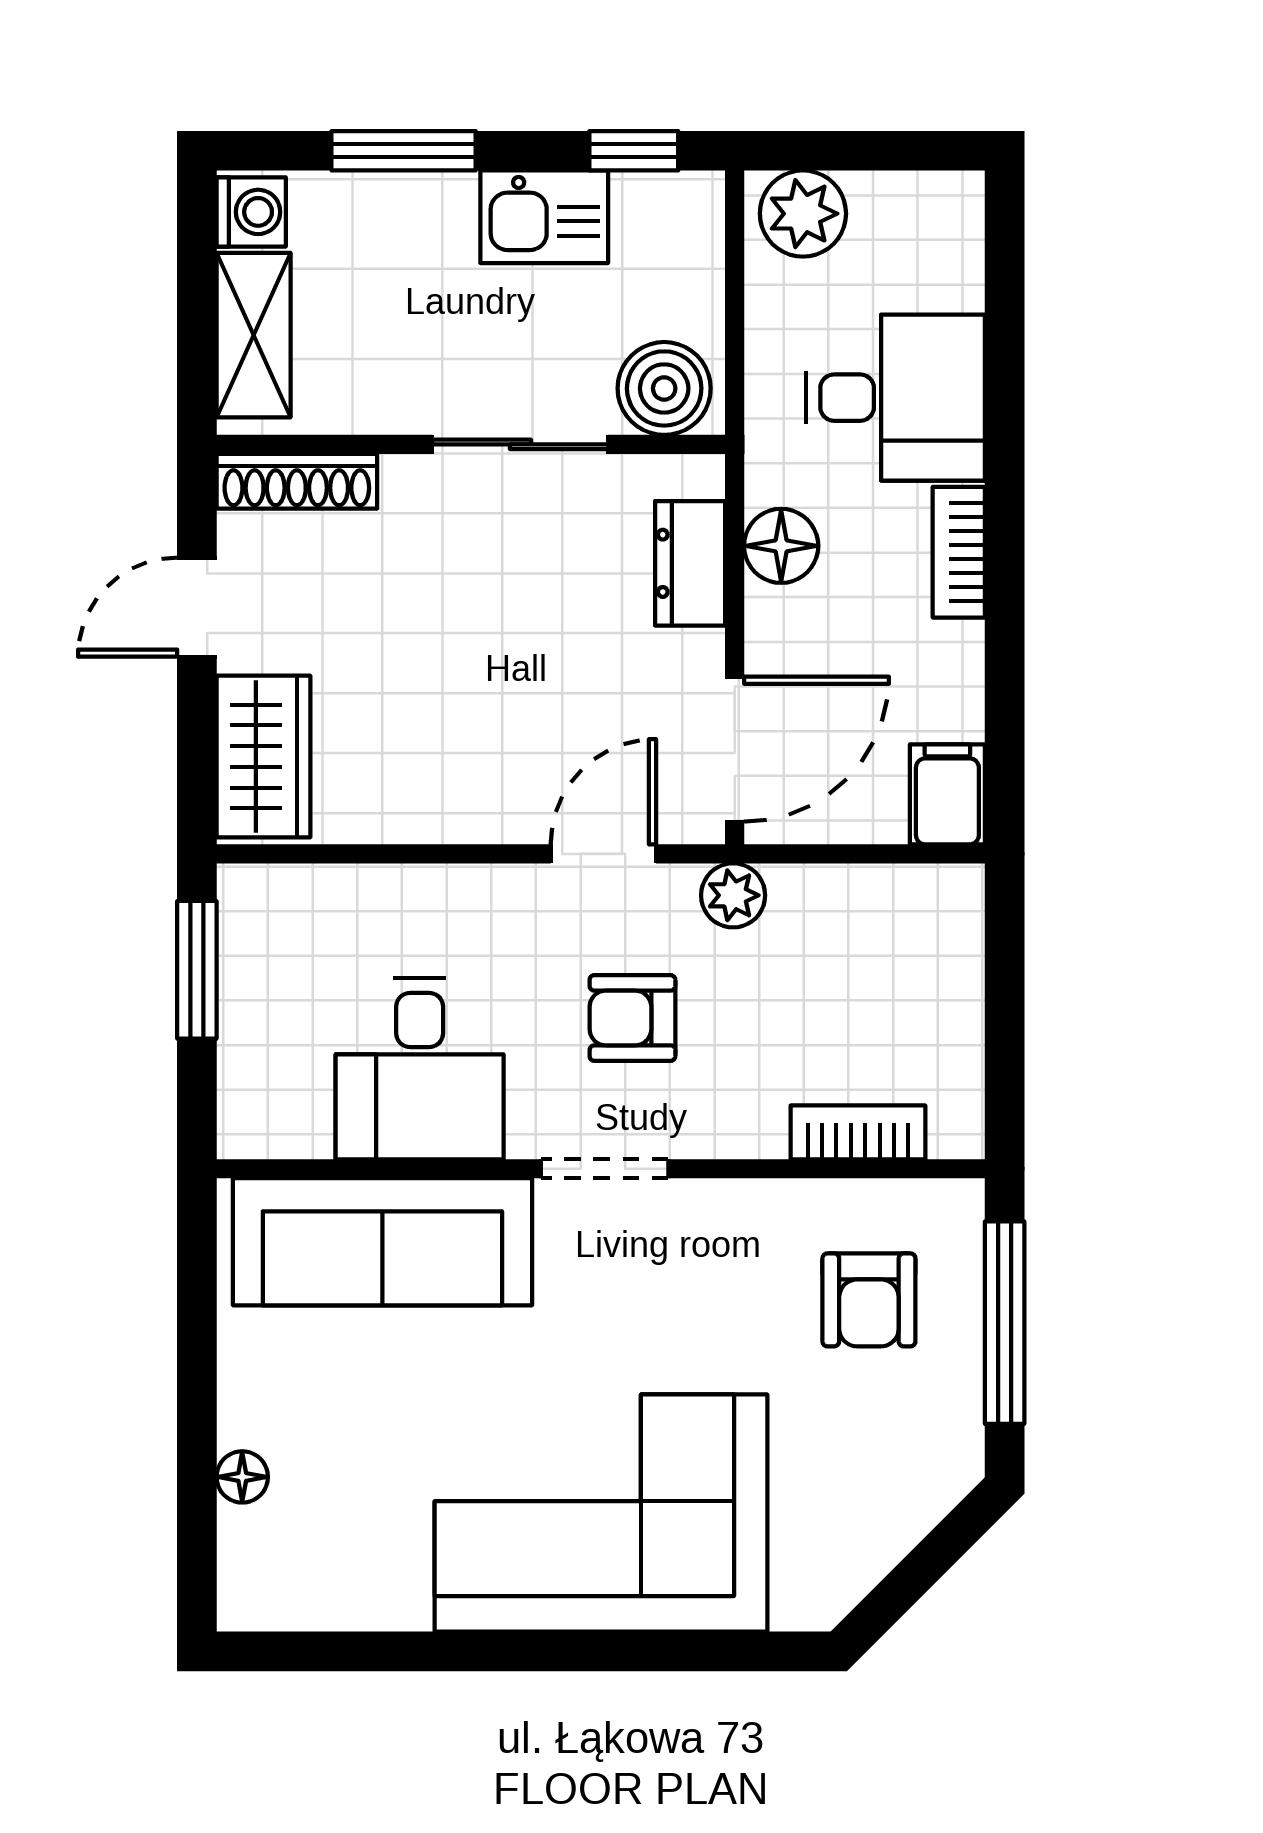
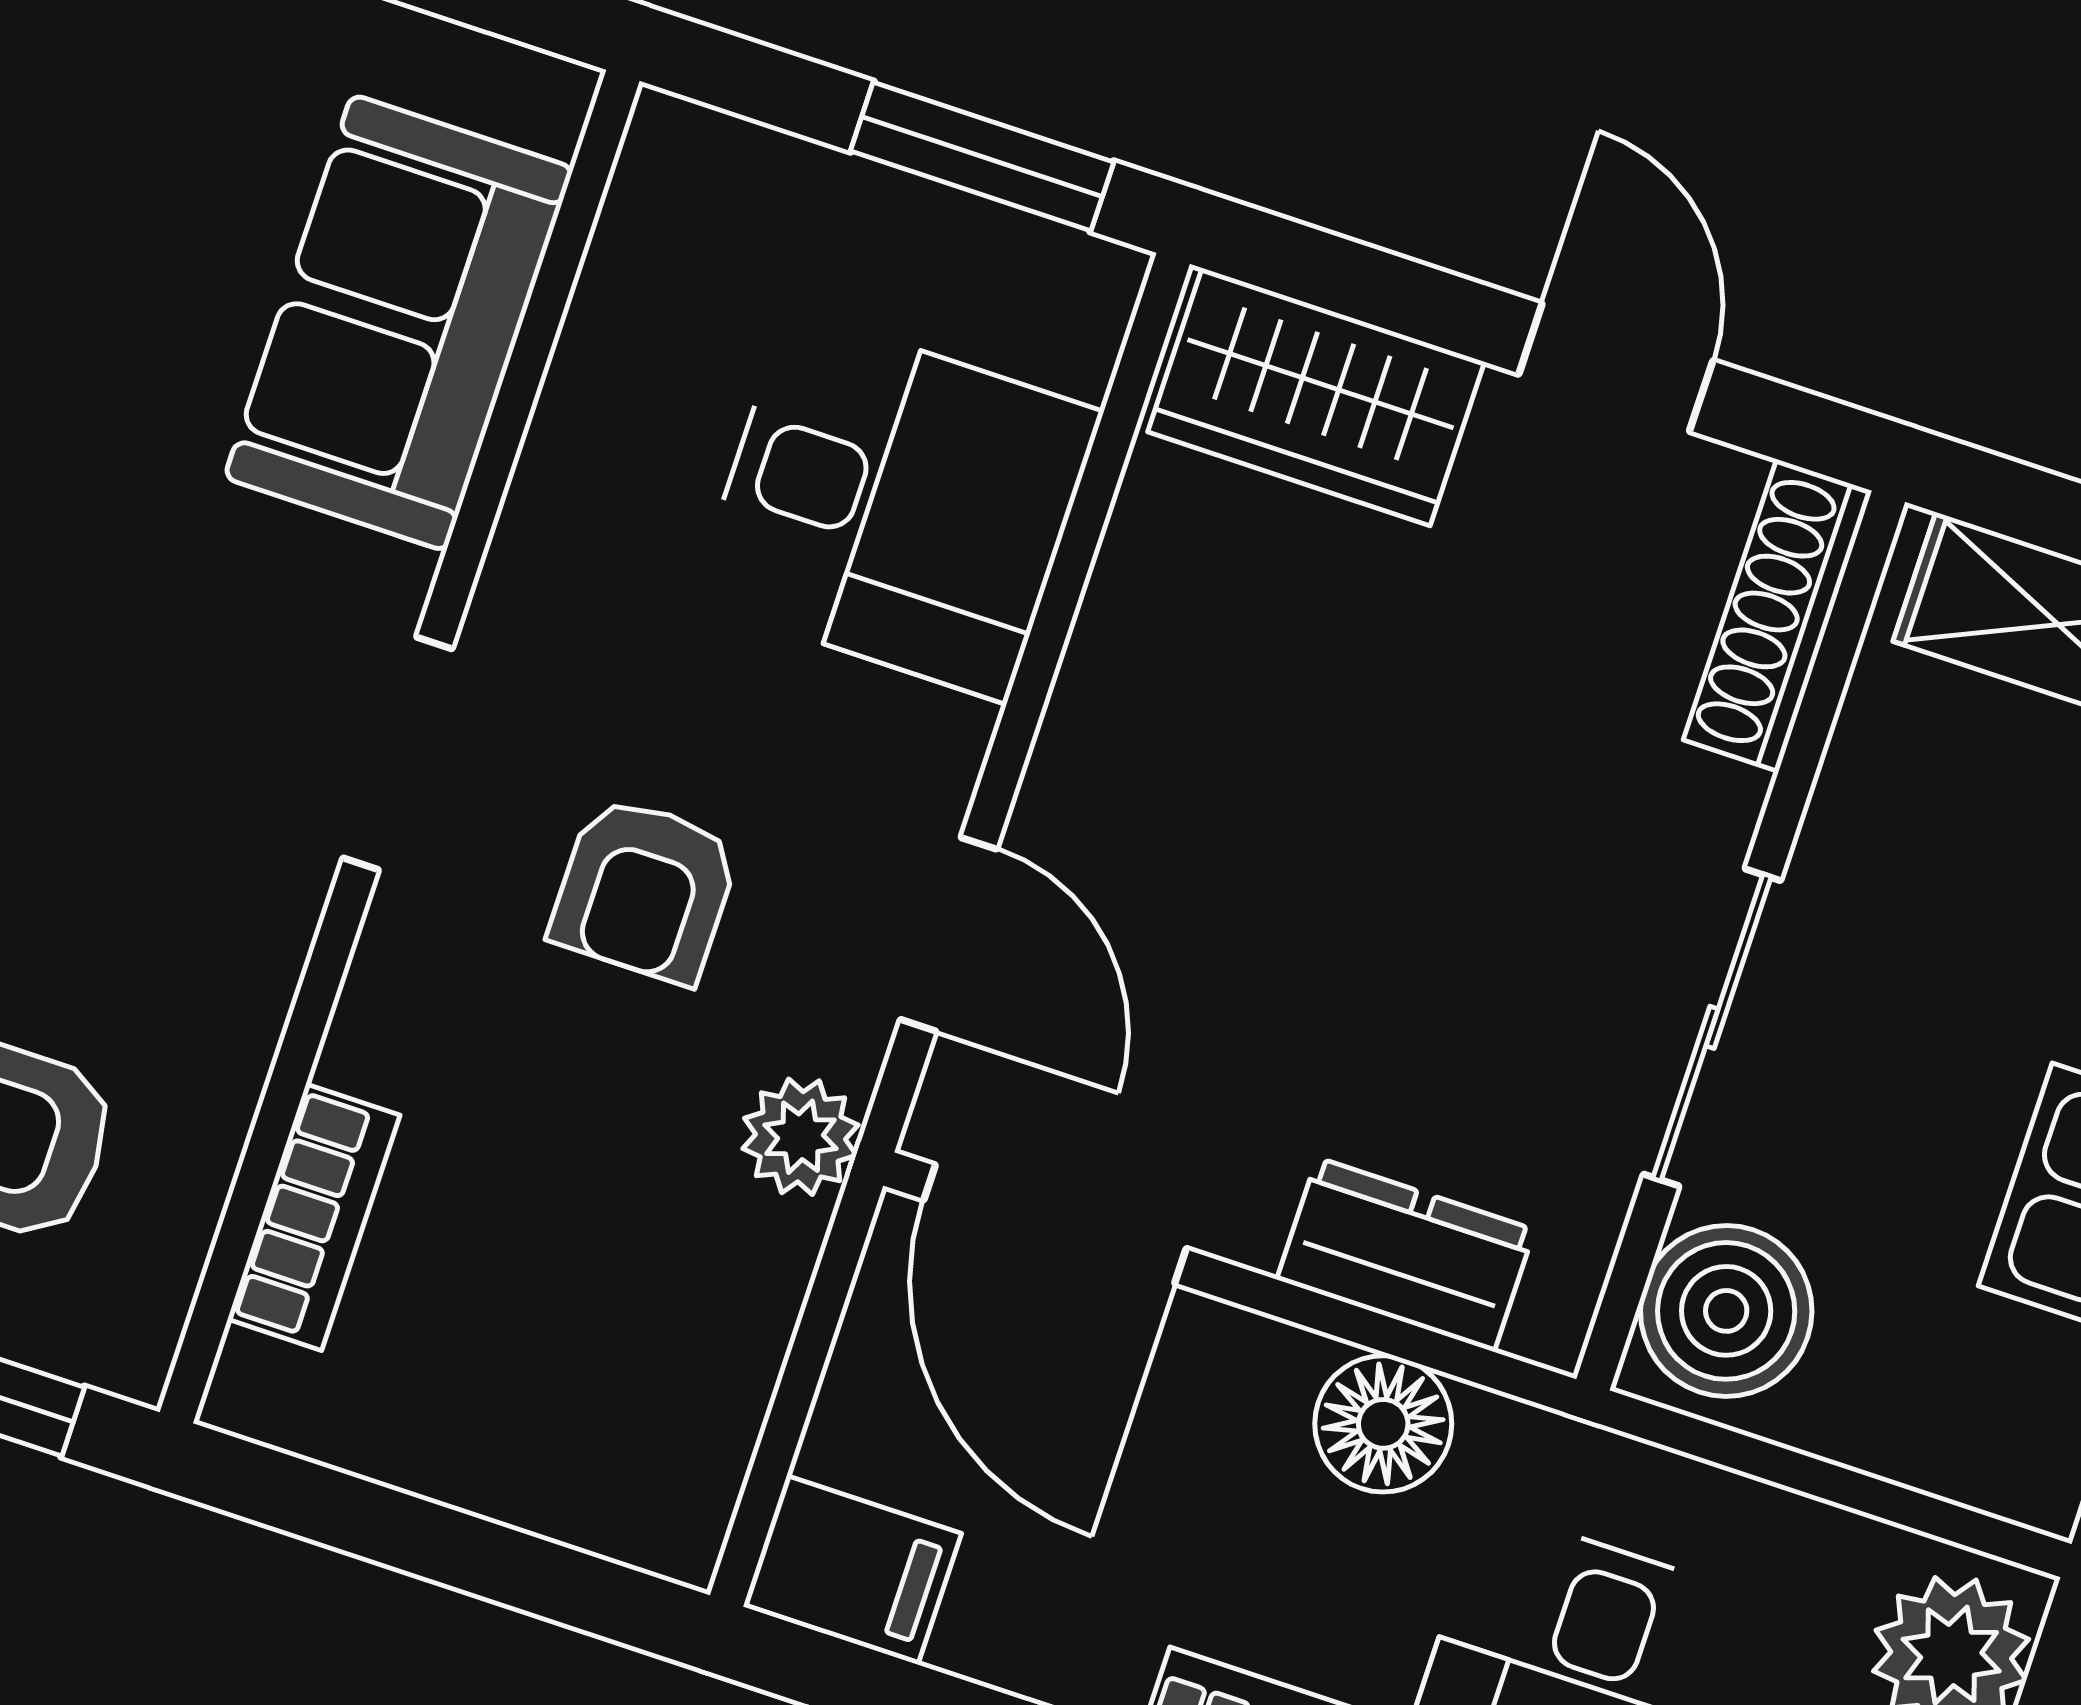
armchair: (632, 1018) -> (645, 890), turned 180
desk: (420, 1069) -> (897, 505), moved, turned 180
sofa: (382, 1242) -> (399, 323), width x0.73

